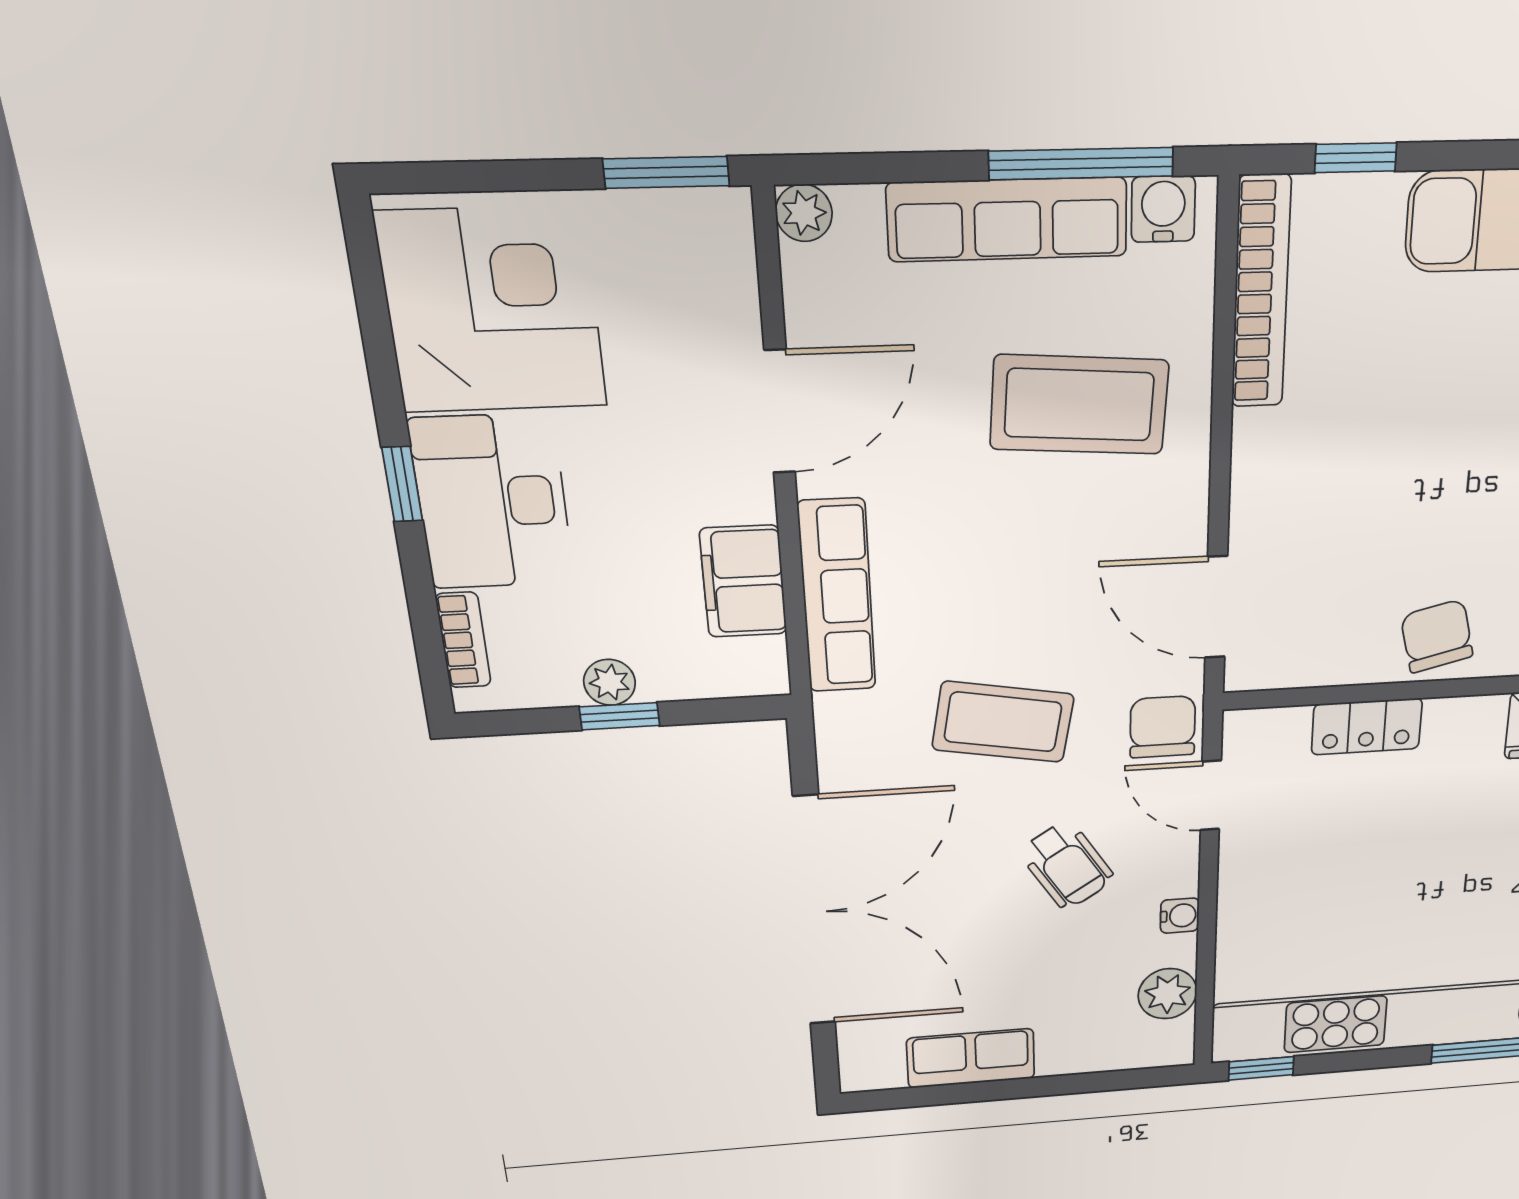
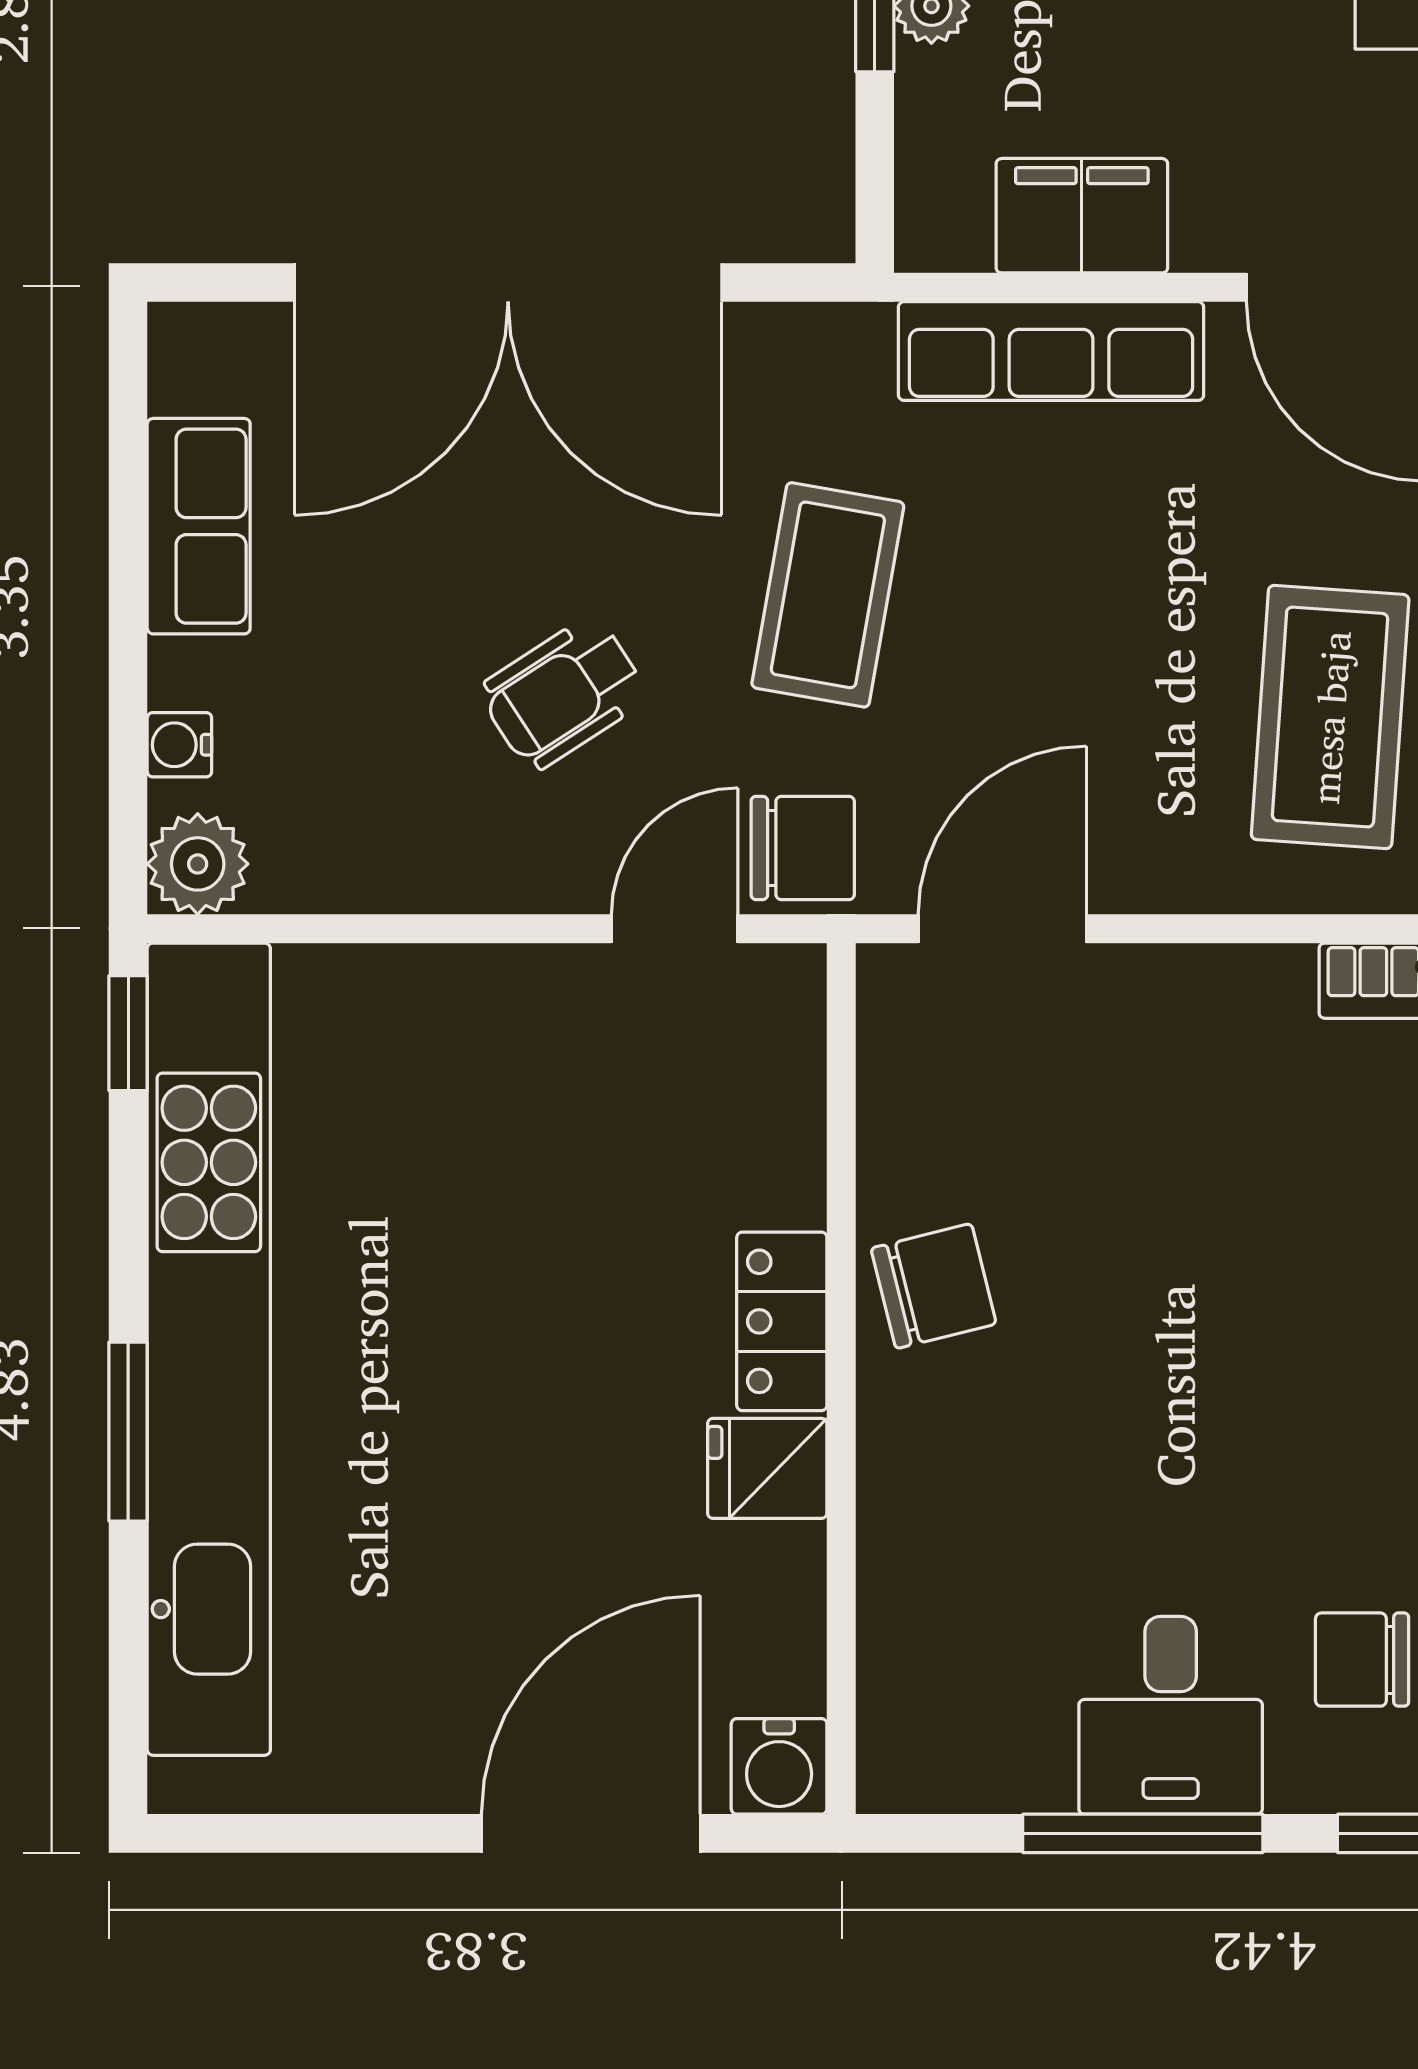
locker: (1367, 727) -> (782, 1321), moved
water cooler: (1180, 916) -> (179, 745), moved, turned 90
plant: (1167, 994) -> (198, 864), moved

